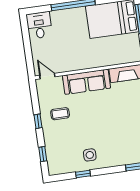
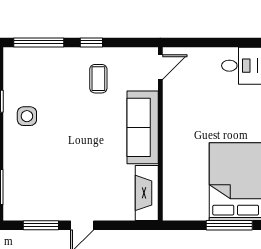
window: (43, 154) -> (39, 42), width x2.17

